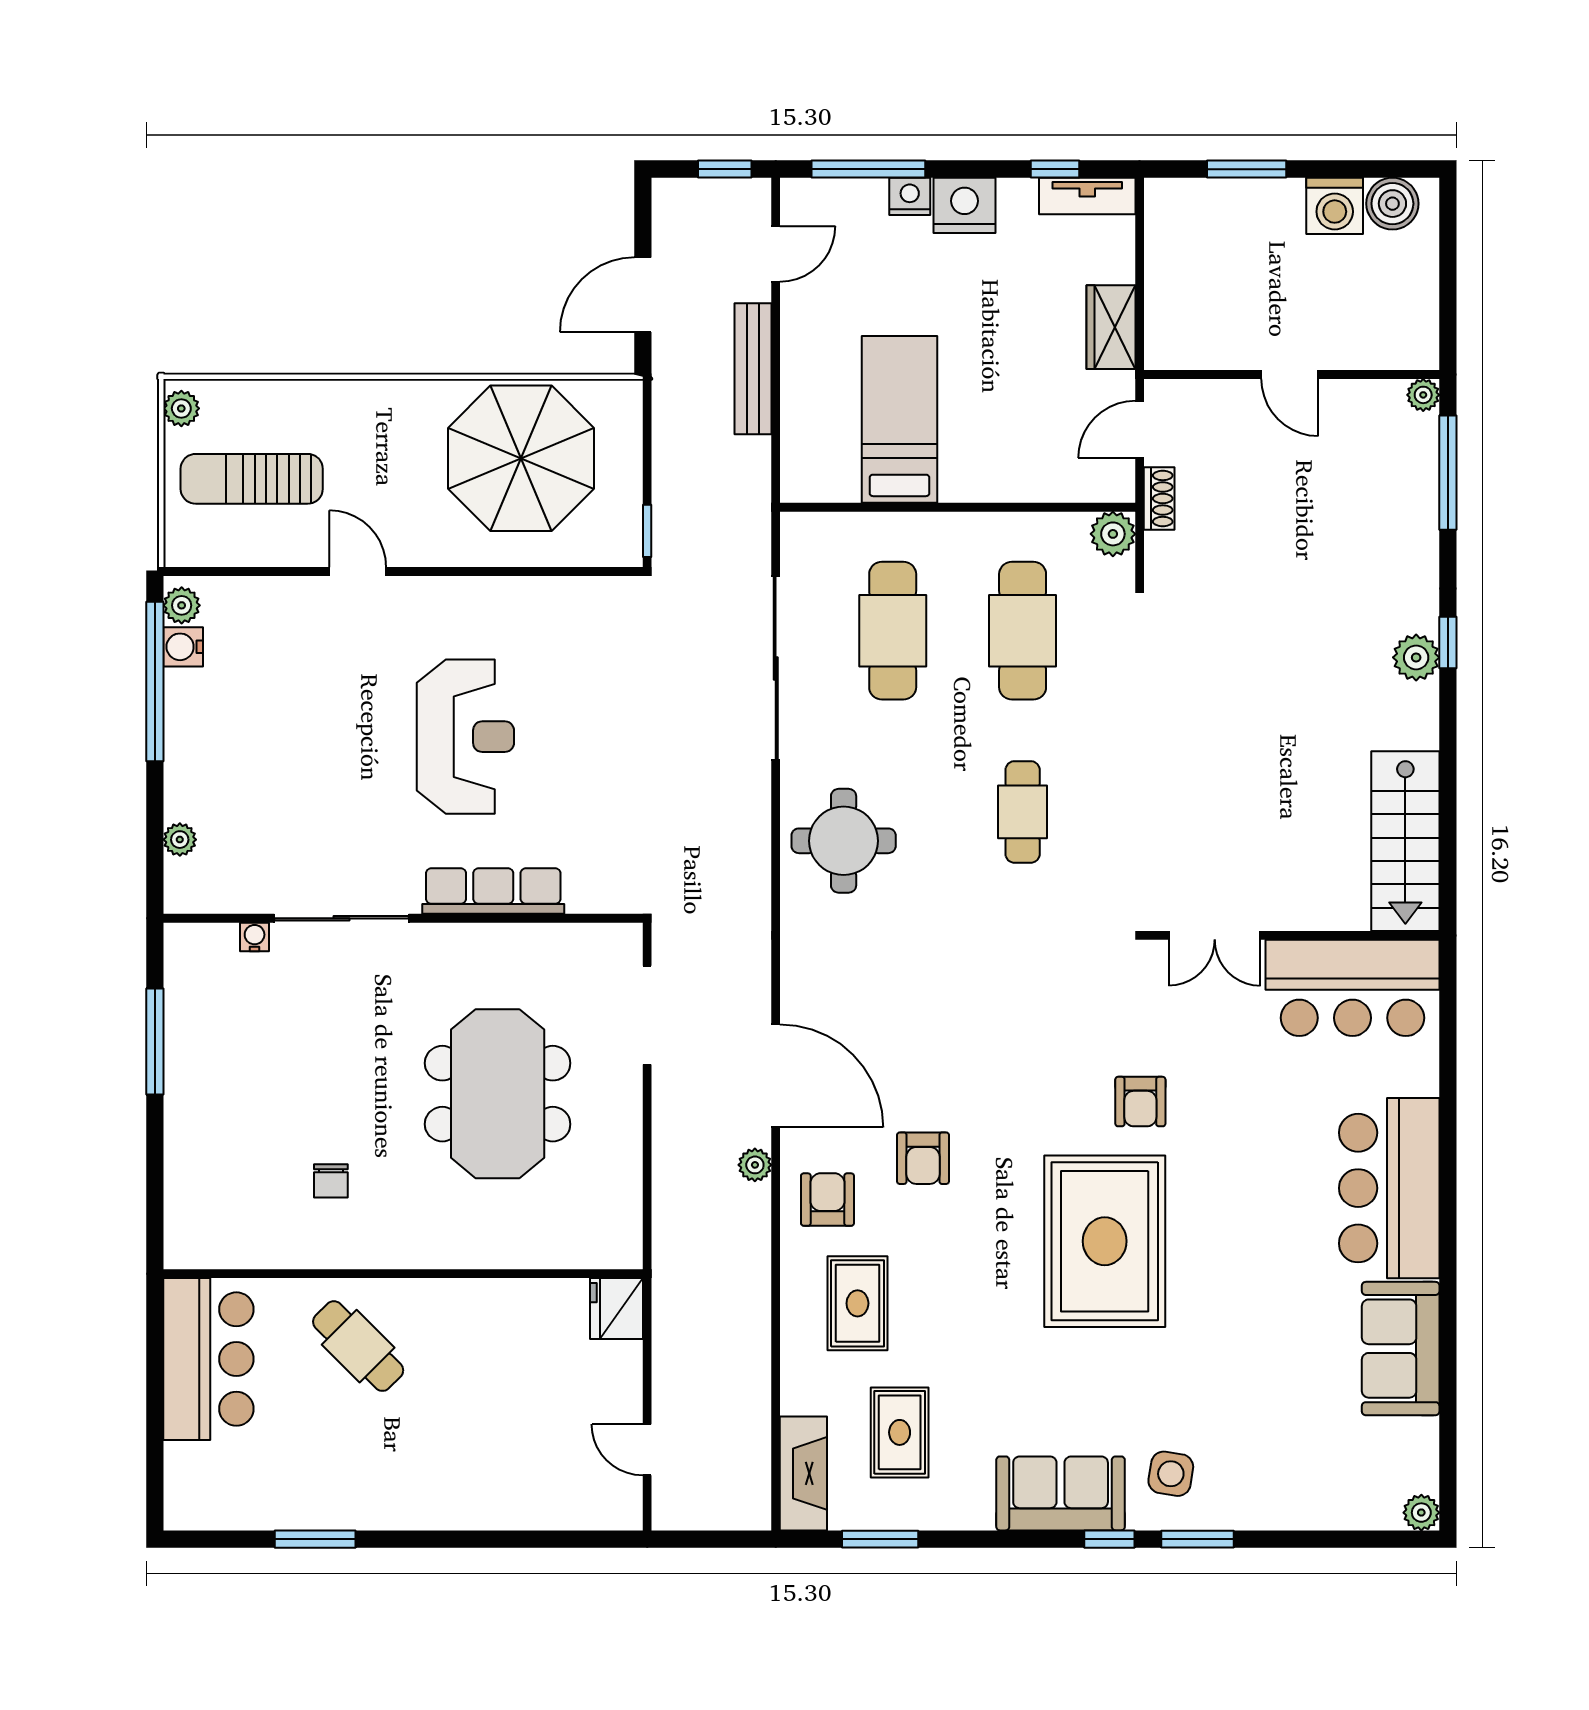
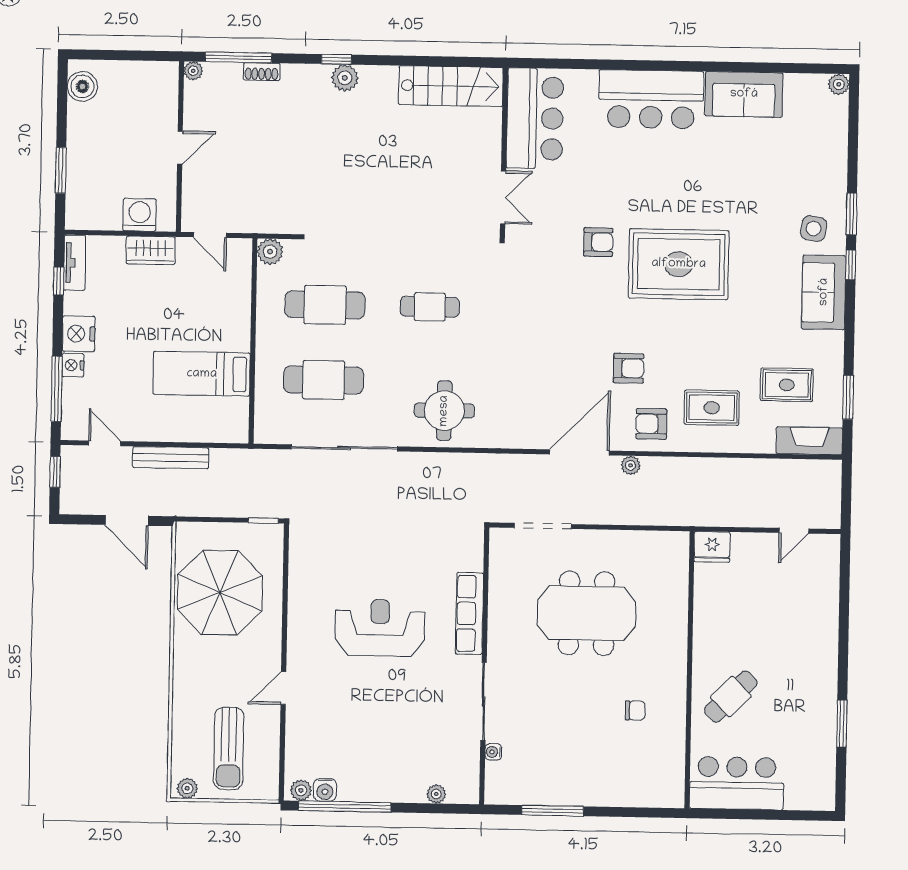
washing machine: (1335, 206) -> (140, 215), moved, turned -90
shoe rack: (1159, 499) -> (262, 72), moved, turned 180

